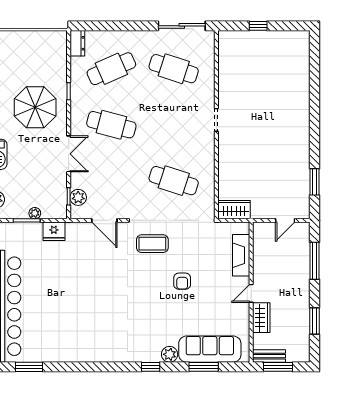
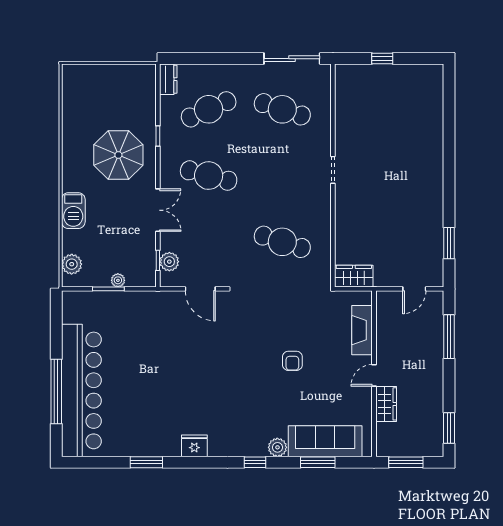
fridge: (54, 231) -> (194, 446), moved, turned 180
coffee table: (152, 244) -> (257, 316), removed
window: (315, 321) -> (449, 428), moved
bench: (269, 356) -> (395, 449), removed
window: (29, 367) -> (146, 462), moved

